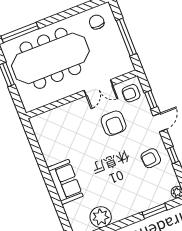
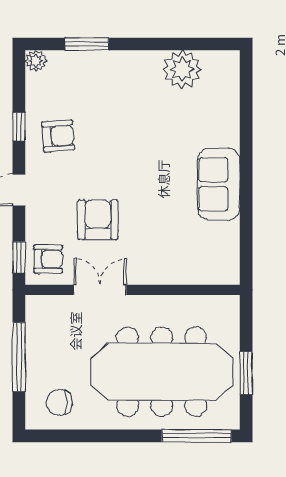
chair: (97, 22) -> (59, 402), turned 90
window: (151, 100) -> (19, 257), moved
sofa: (65, 182) -> (219, 184), moved

